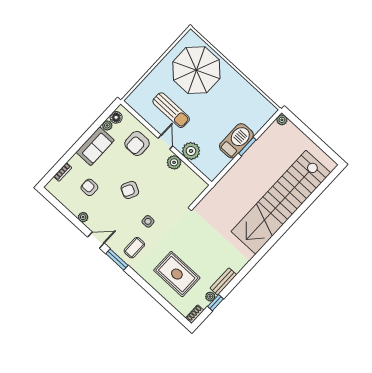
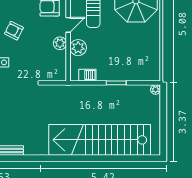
barbecue: (236, 141) -> (87, 75), moved, width x0.53, depth x0.65

